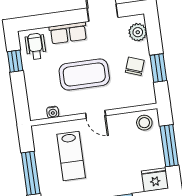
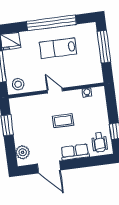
chair: (135, 66) -> (25, 127), removed
coffee table: (84, 75) -> (63, 121), width x0.54, depth x0.58
lab bench: (71, 156) -> (58, 48), moved, turned -90

